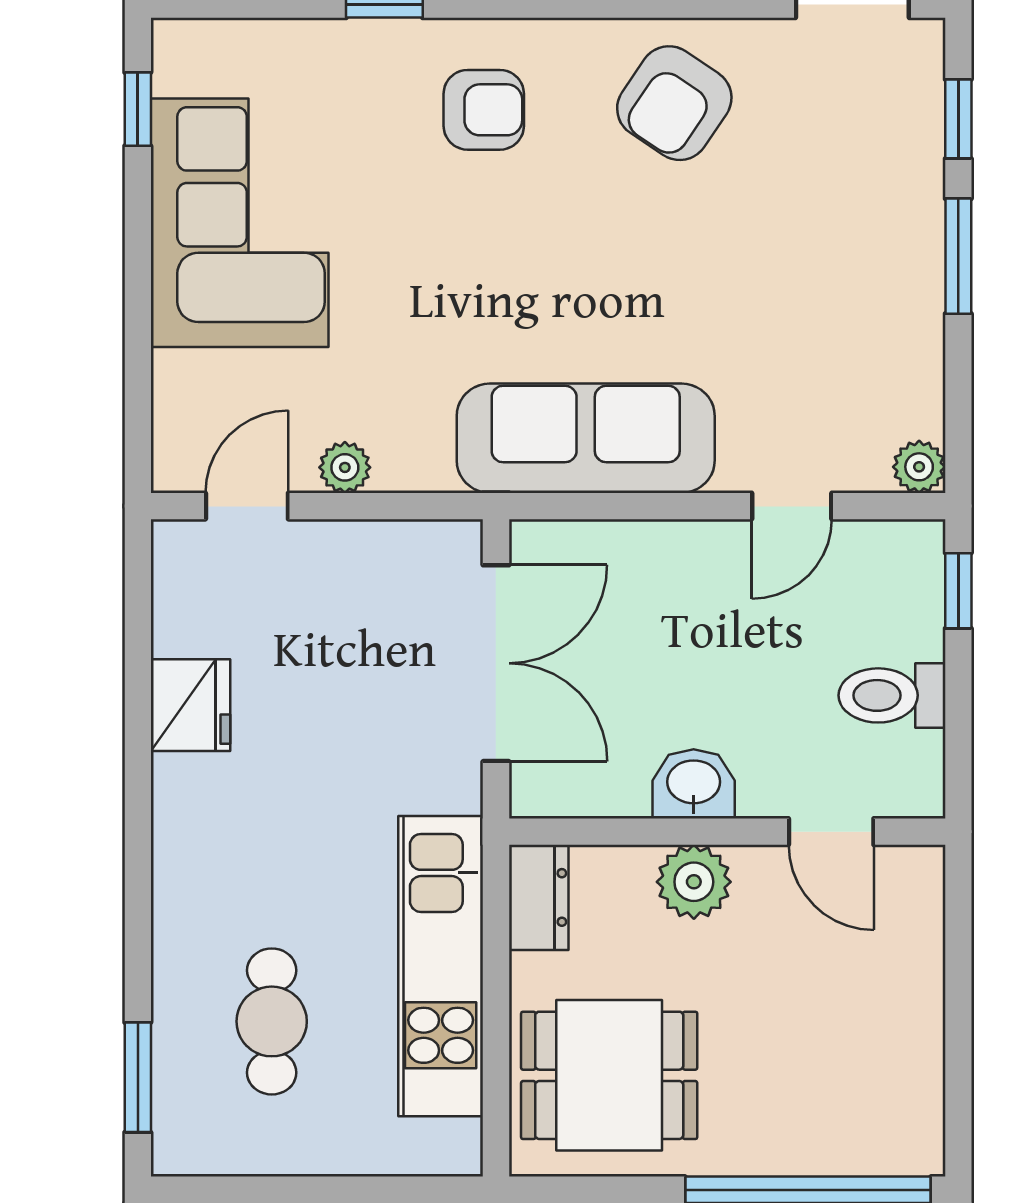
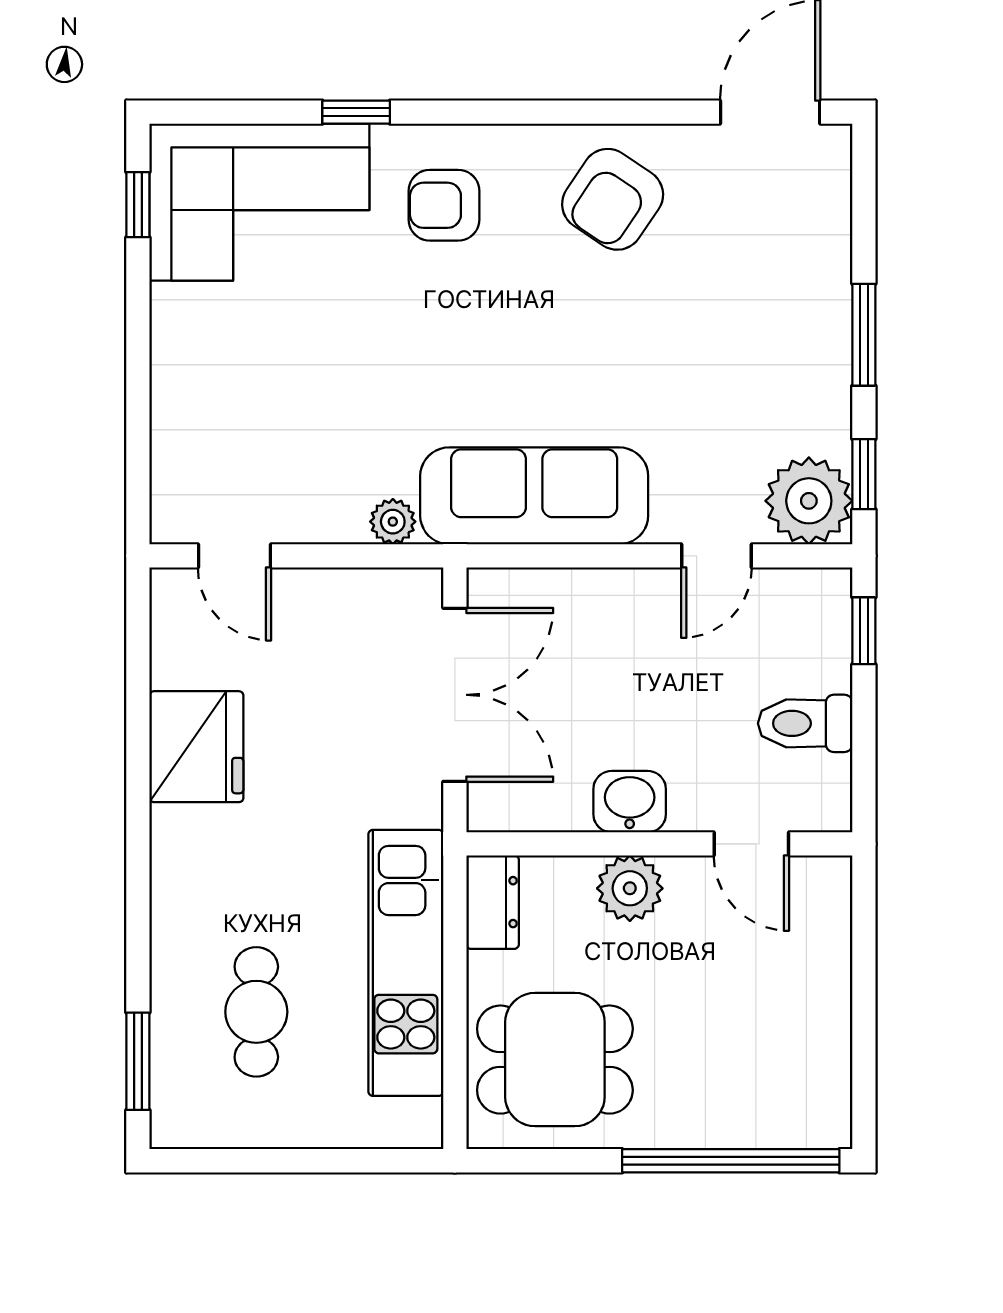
armchair: (484, 110) -> (444, 205), turned 180
window: (958, 119) -> (864, 474), moved
corner sofa: (240, 223) -> (259, 202), moved, turned 90
plant: (345, 467) -> (393, 522), moved
plant: (919, 467) -> (809, 501), width x1.88, depth x1.88
door: (247, 506) -> (234, 556), swing flipped
fridge: (191, 705) -> (196, 747), width x1.36, depth x1.34

